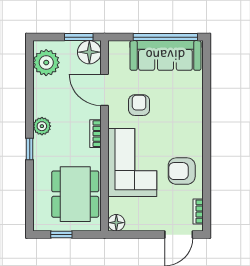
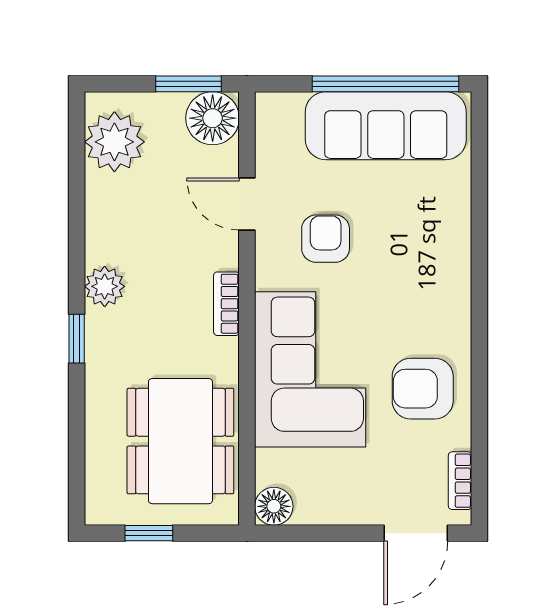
door: (104, 90) -> (247, 204), width x0.73

